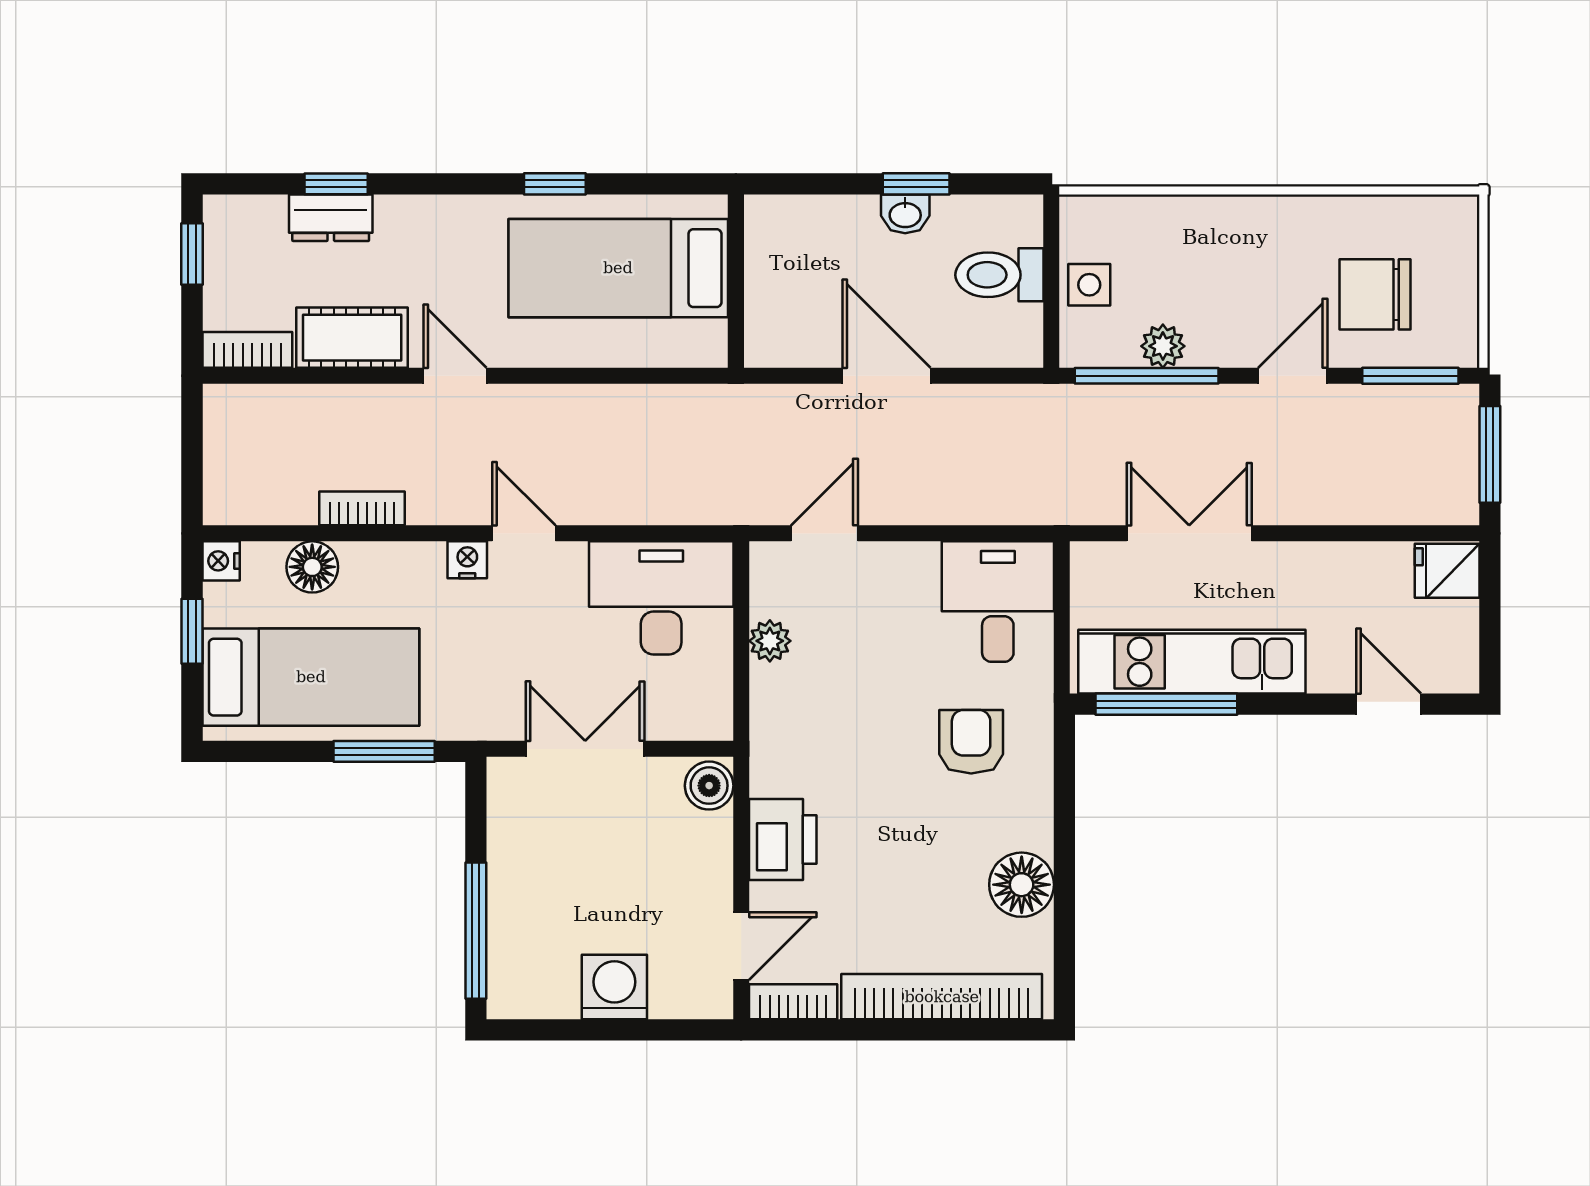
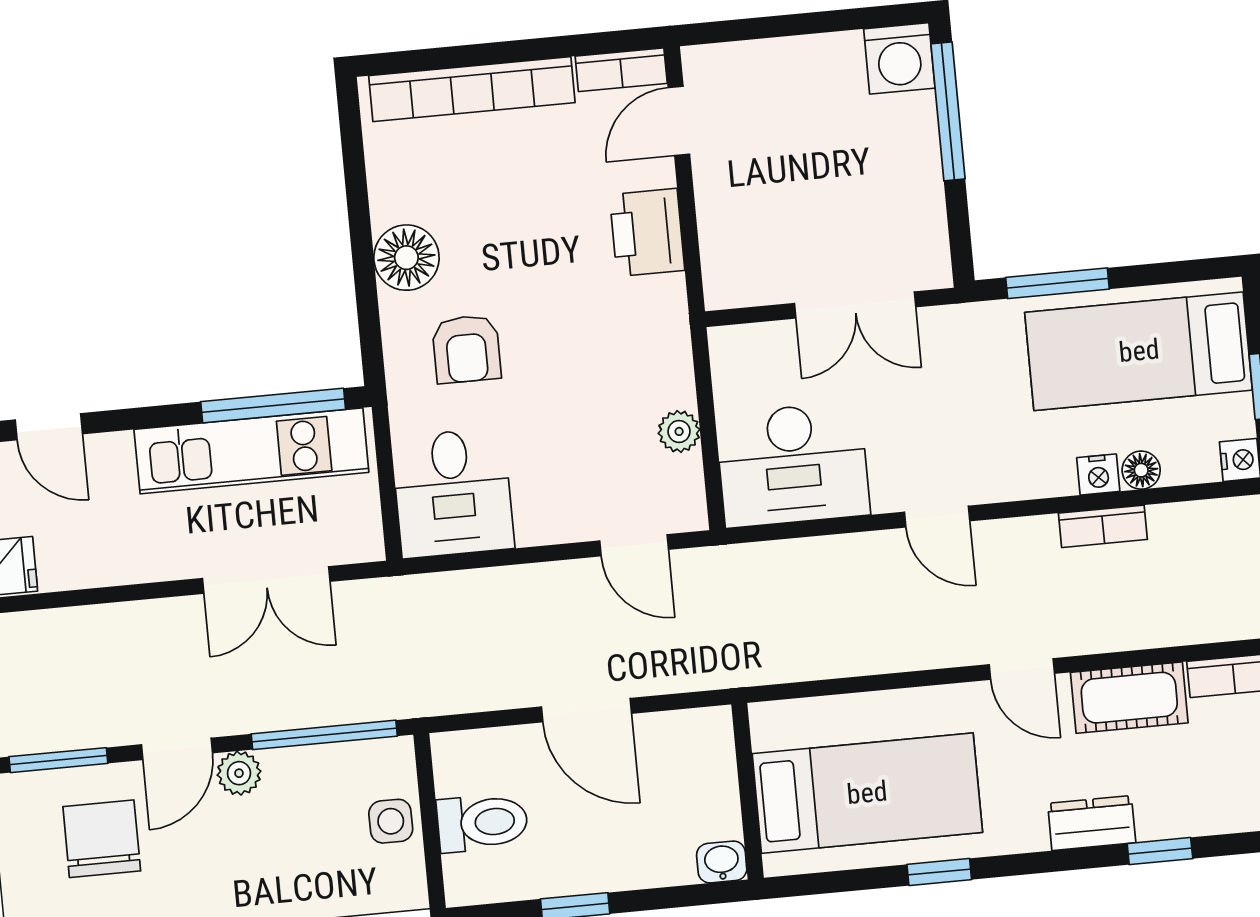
washbasin: (905, 214) -> (722, 862), moved
dresser: (331, 218) -> (1092, 823), moved
chair: (1375, 294) -> (102, 839), turned -90
plant: (1163, 346) -> (239, 773), moved
door: (824, 533) -> (634, 545), hinge flipped
nightstand: (467, 560) -> (1098, 474), moved
floor lamp: (312, 567) -> (1141, 470), width x0.73, depth x0.73
boiler: (709, 786) -> (726, 280), removed
floor lamp: (1022, 885) -> (406, 258), moved
washing machine: (614, 987) -> (899, 58), moved

